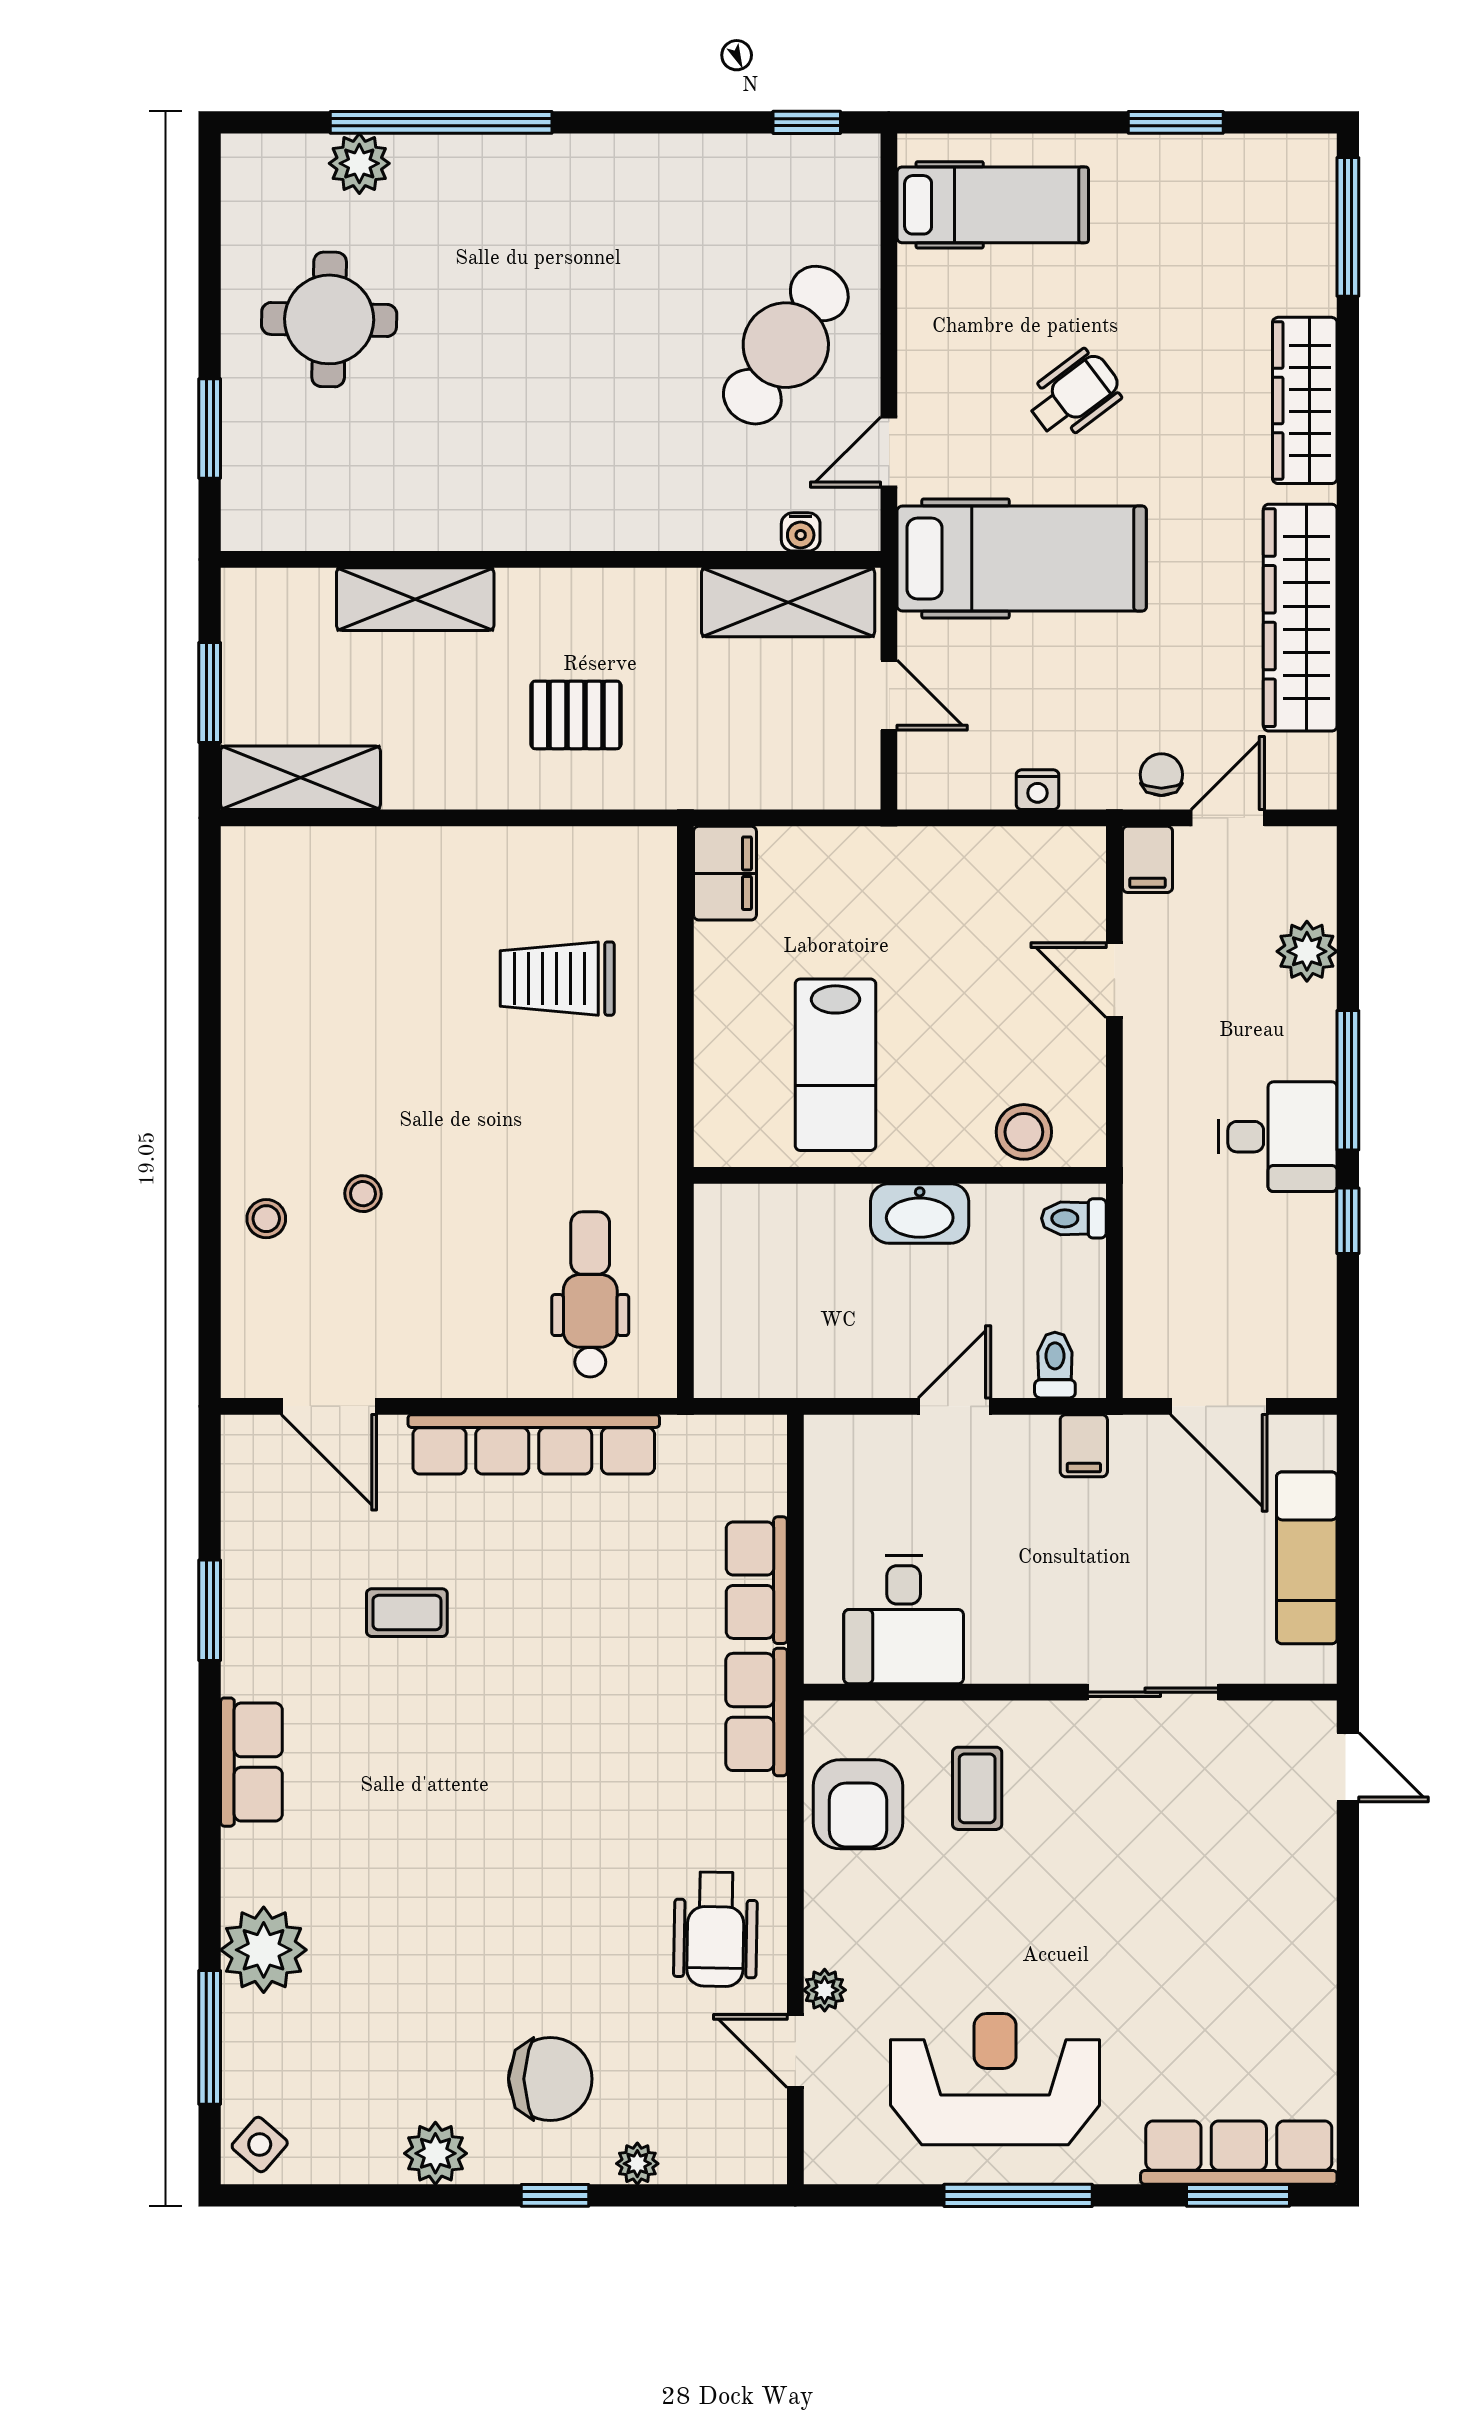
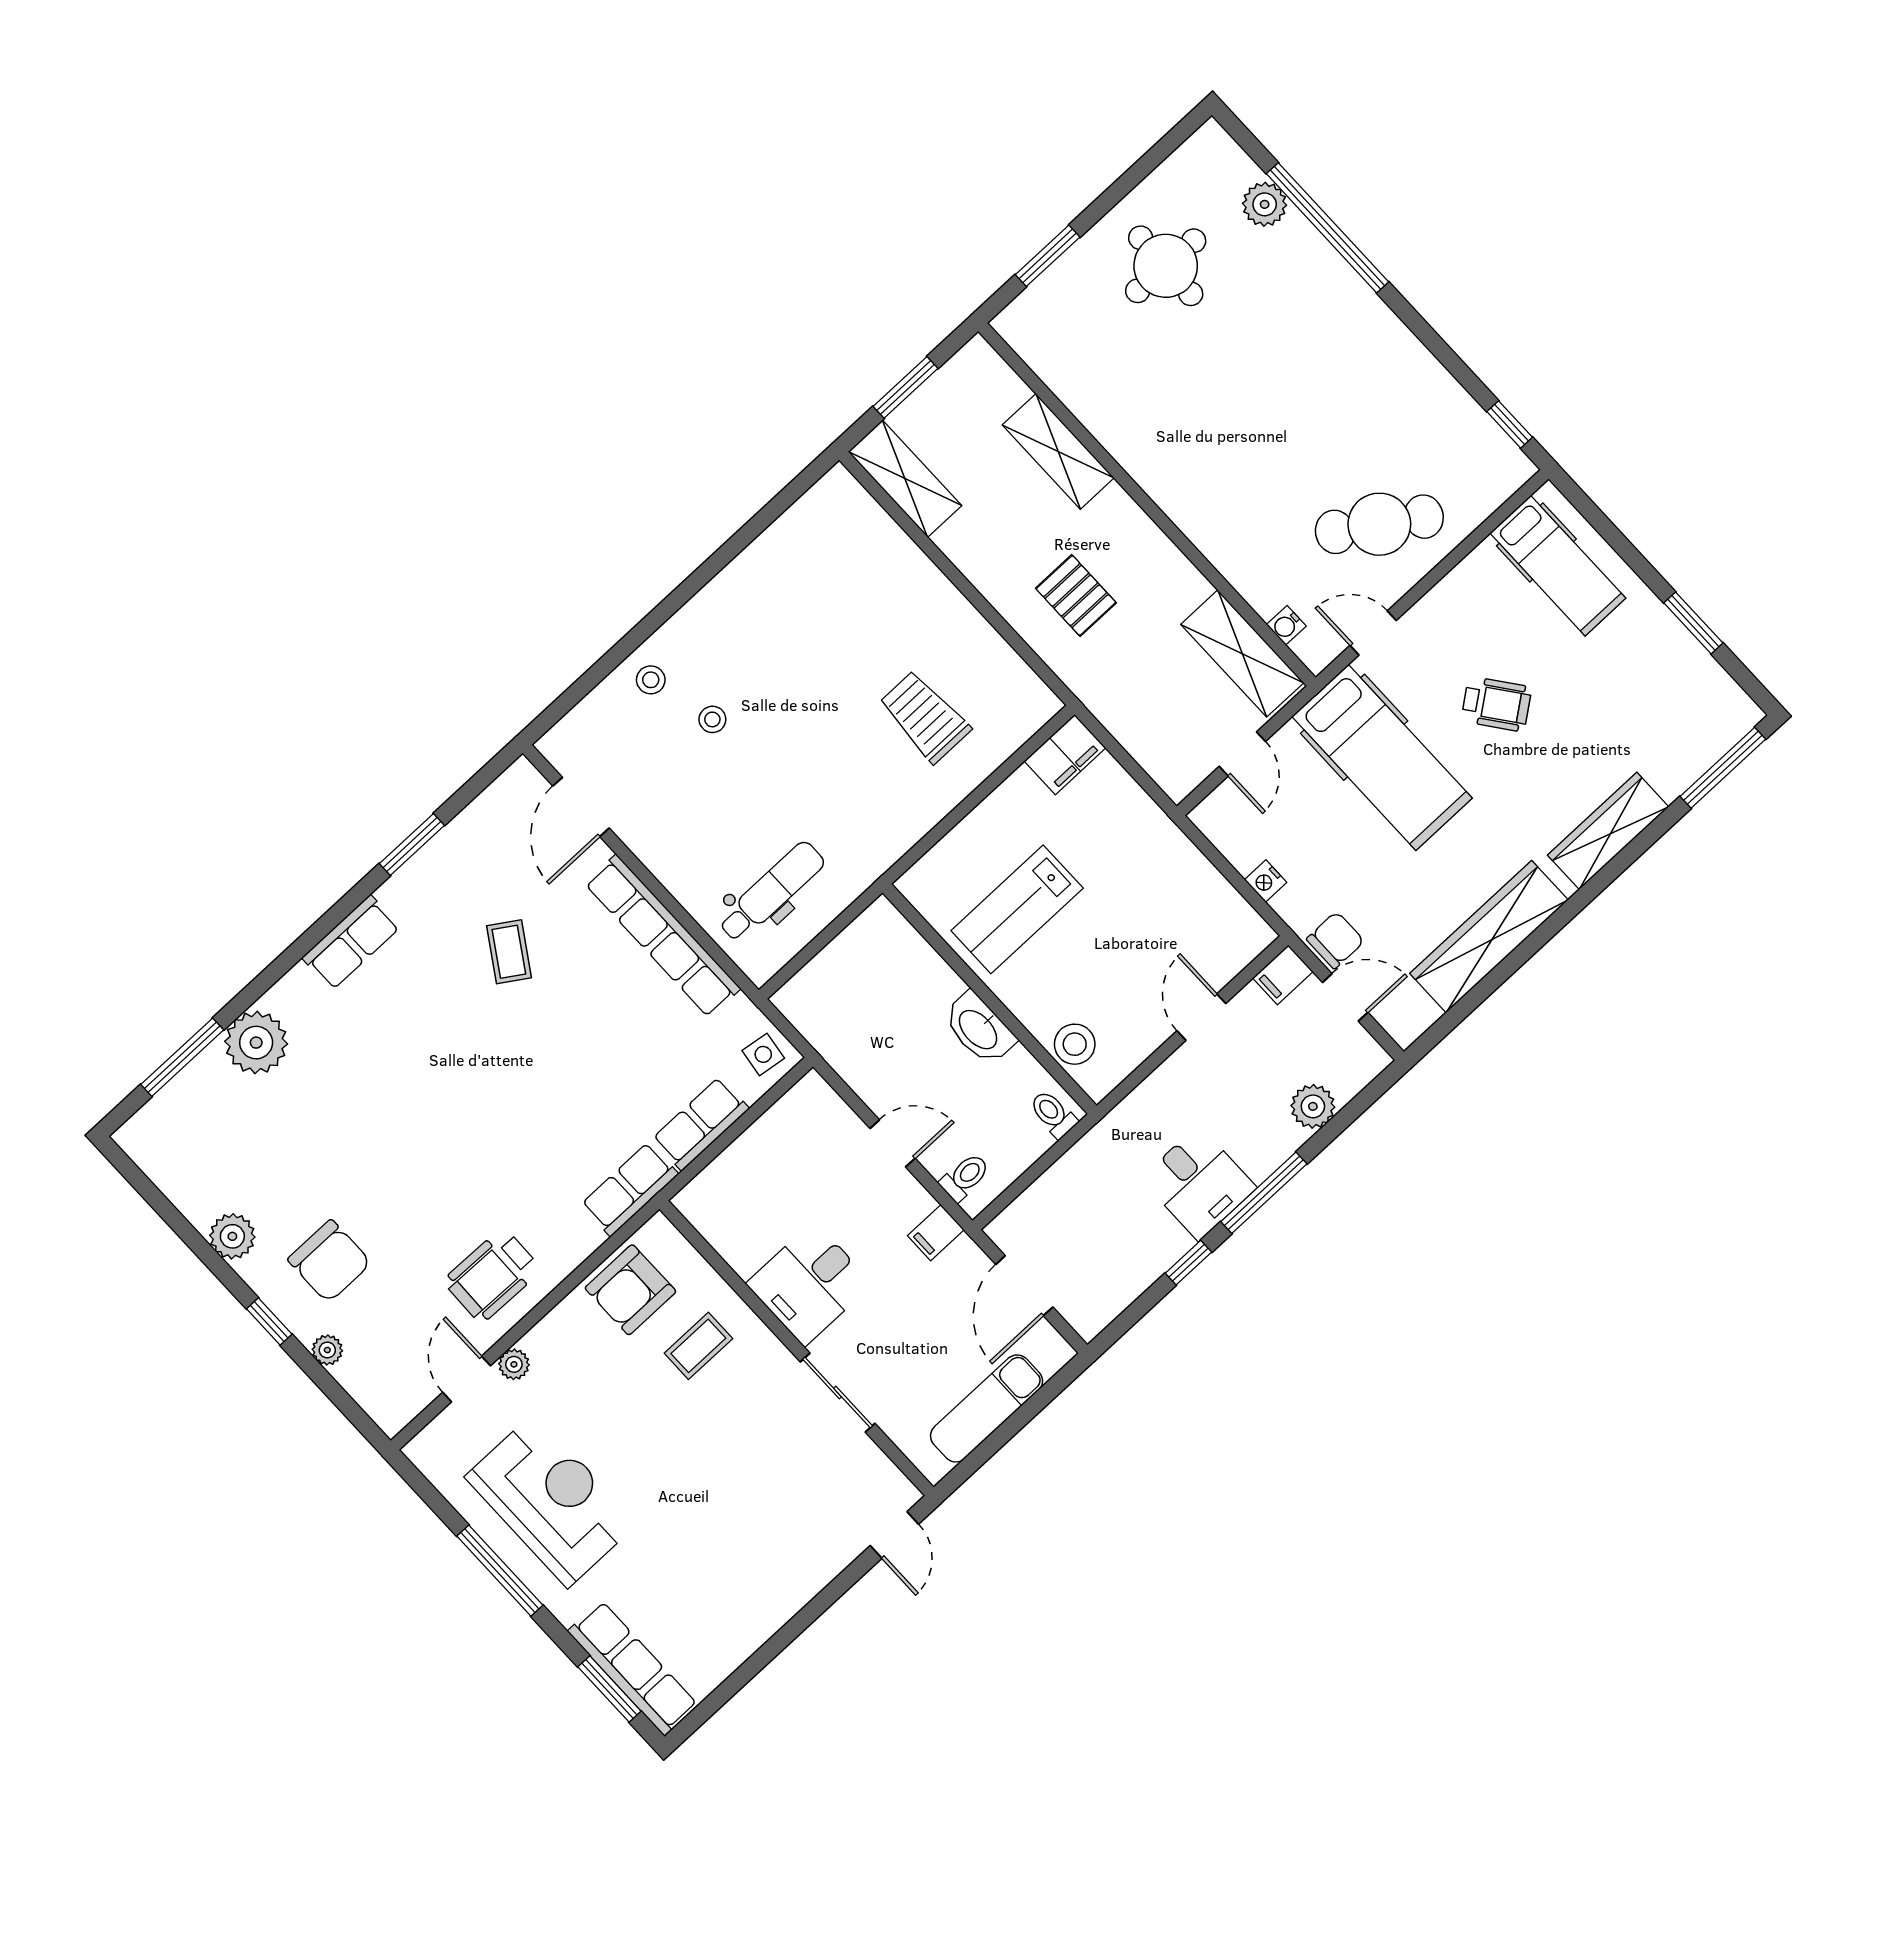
chair: (1161, 775) -> (1335, 940), width x1.37, depth x1.37
coffee table: (407, 1613) -> (509, 952), turned 33
desk: (904, 1620) -> (809, 1284), moved
side table: (260, 2145) -> (763, 1054), moved, turned -33

